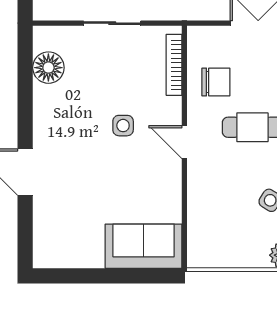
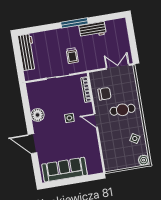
floor lamp: (48, 68) -> (37, 115), moved
sofa: (144, 246) -> (64, 170), moved, width x1.36

